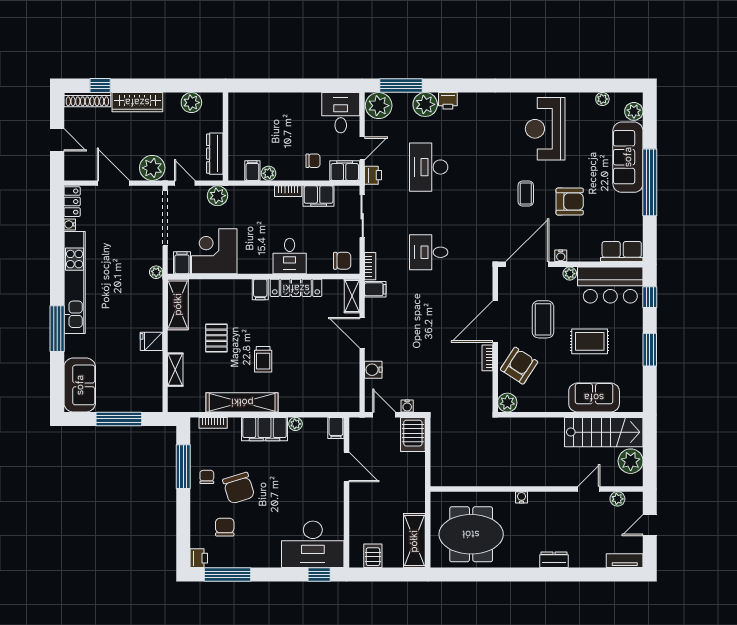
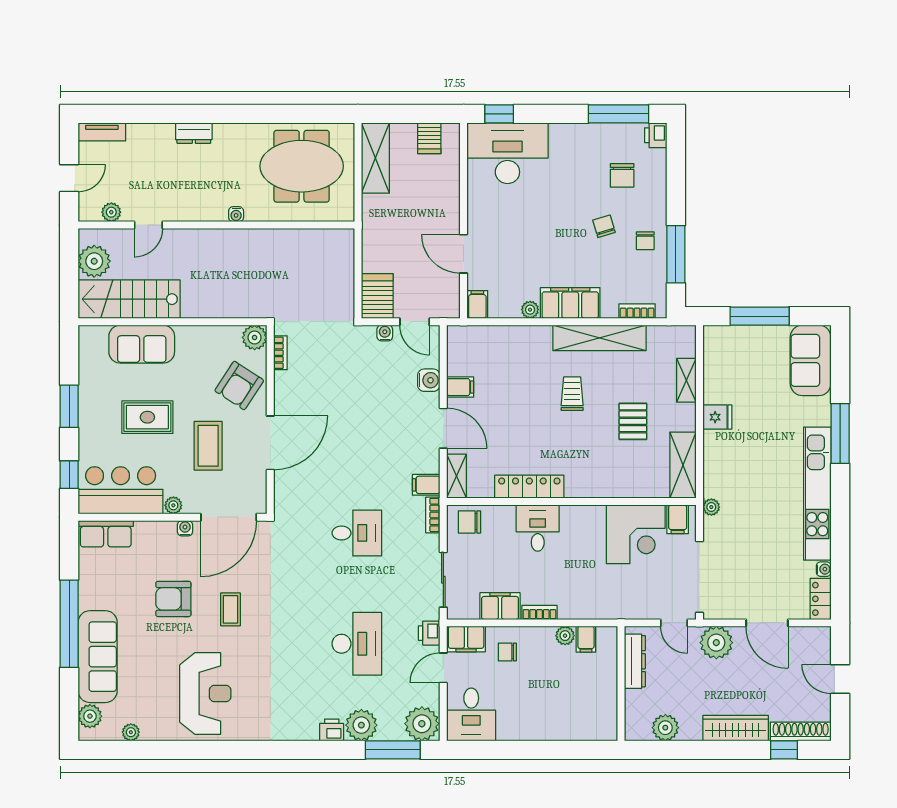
plant: (217, 196) -> (631, 606), removed
filing cabinet: (260, 289) -> (460, 387), moved, turned 90
bookcase: (487, 358) -> (280, 353), moved
chair: (239, 488) -> (604, 226), width x0.54, depth x0.54

